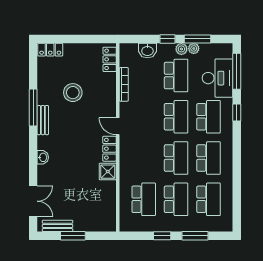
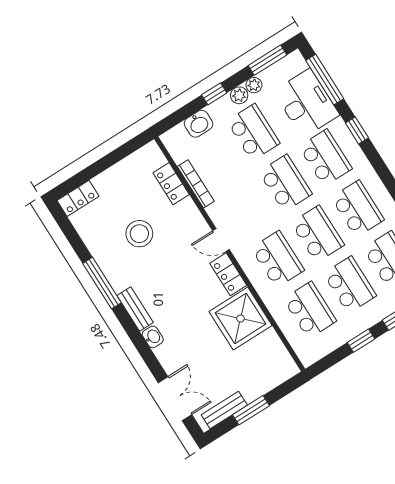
window: (198, 39) -> (267, 60), moved
locker: (110, 59) -> (171, 184), moved
bench: (43, 120) -> (135, 309), moved
school desk: (144, 158) -> (278, 259), added
shower: (108, 172) -> (241, 318), width x1.86, depth x1.86

